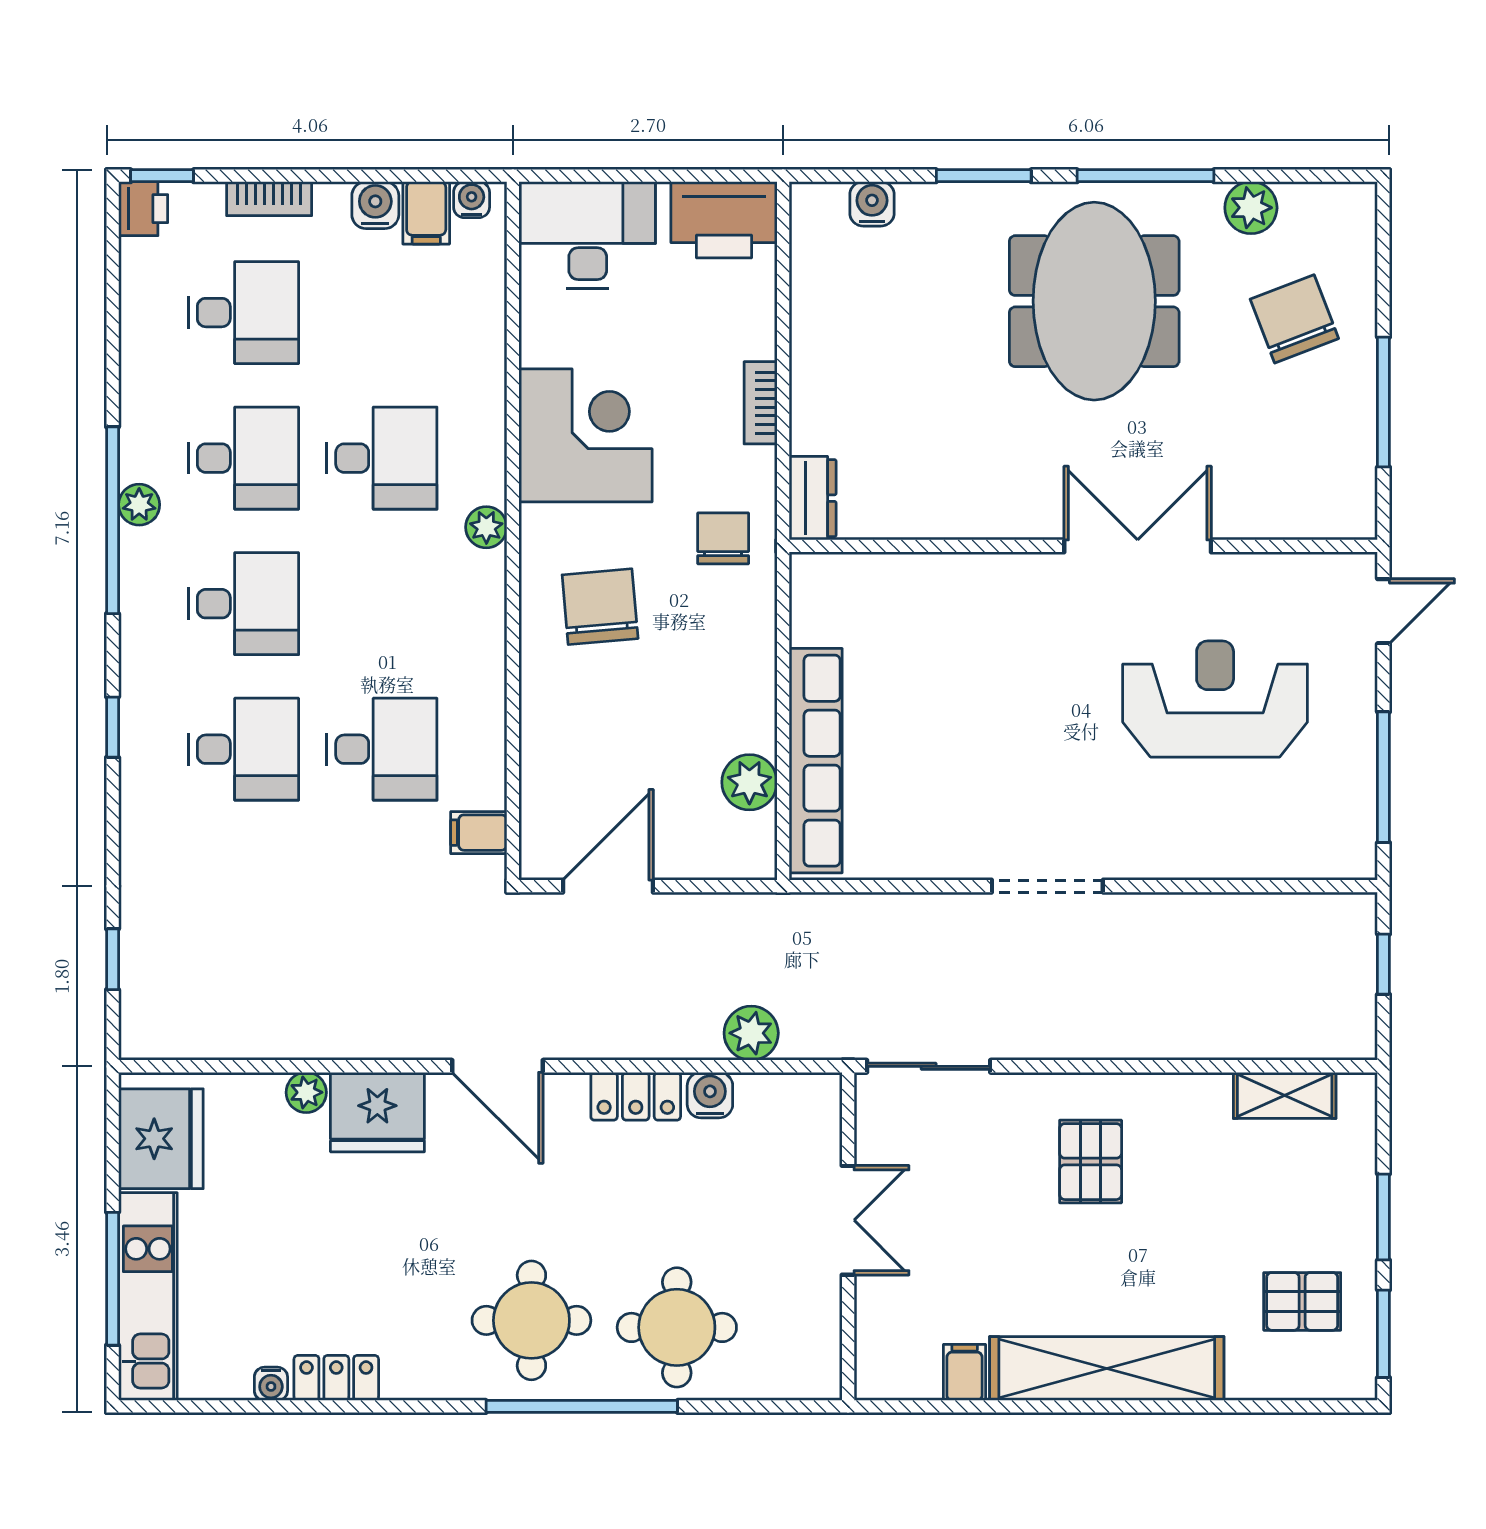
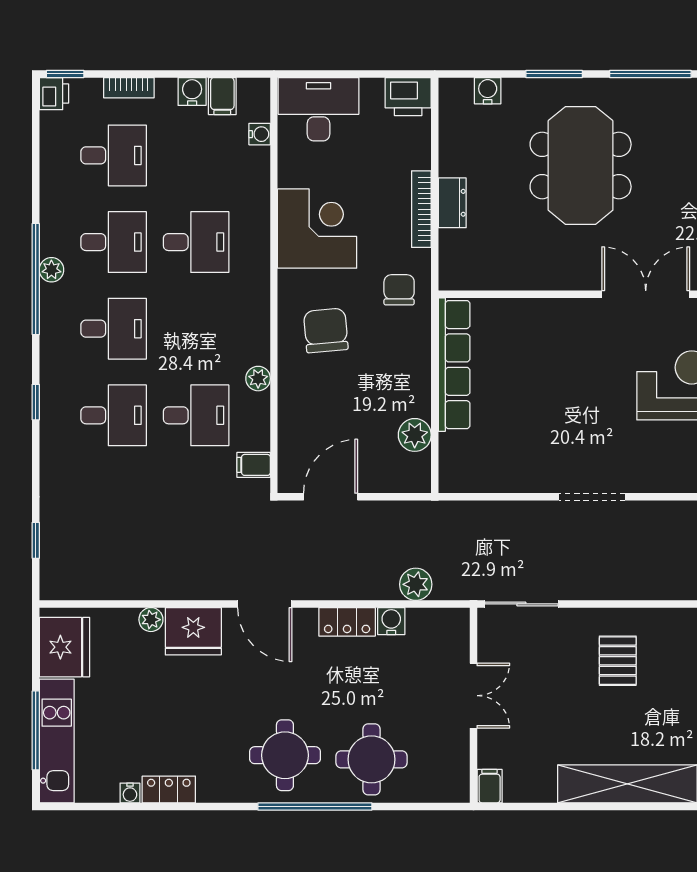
water cooler: (472, 200) -> (260, 134), moved, turned 90
printer: (724, 220) -> (408, 97), width x0.73, depth x0.84
meeting table: (1094, 301) -> (581, 165), moved
bookcase: (761, 403) -> (421, 209), width x1.56
dresser: (813, 498) -> (452, 203), moved
plant: (486, 527) -> (258, 379), moved
row of seats: (816, 761) -> (454, 365), moved
filing cabinet: (965, 1372) -> (490, 786), moved

